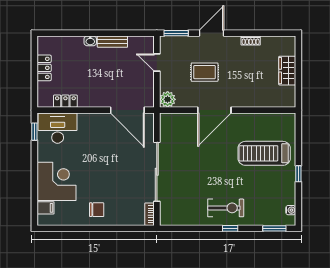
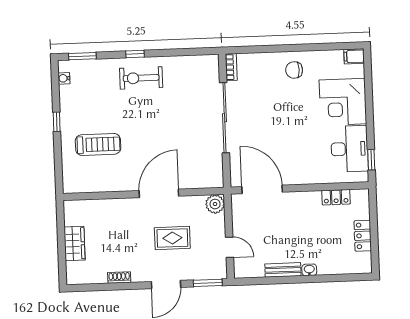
desk: (58, 128) -> (349, 149), moved, turned -90
treadmill: (264, 153) -> (98, 144), width x0.73, depth x0.73
filing cabinet: (46, 208) -> (354, 56), moved

